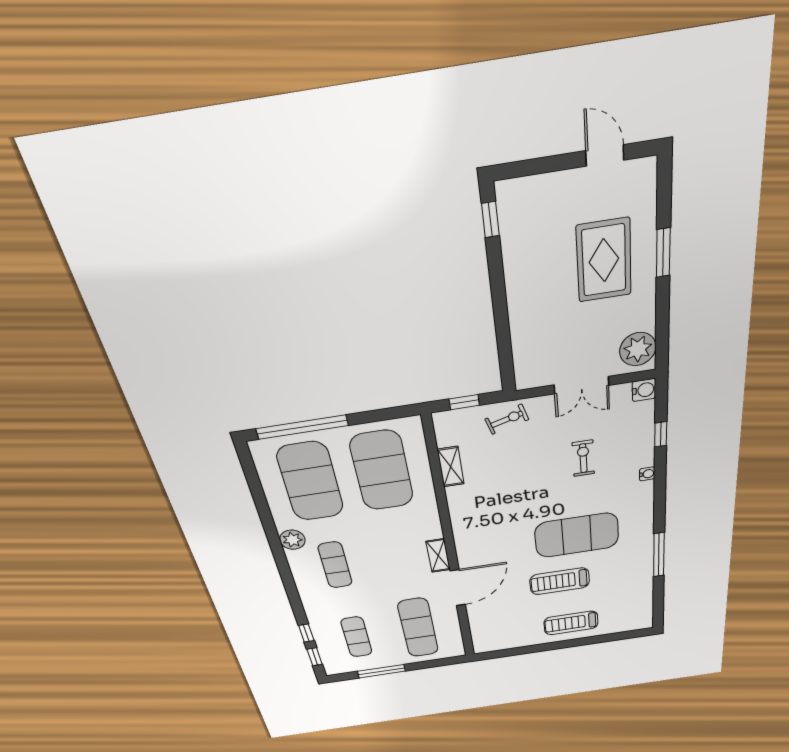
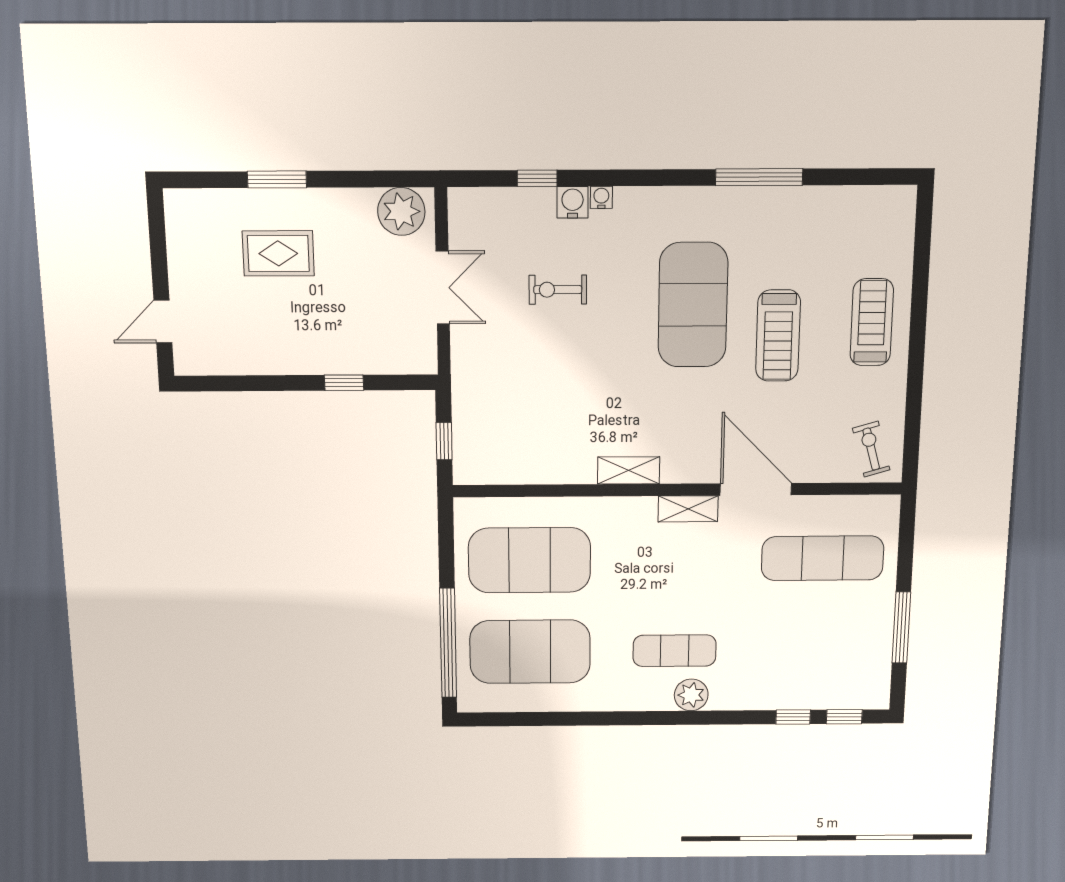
door: (605, 155) -> (163, 321), moved
window: (490, 220) -> (344, 383), moved
rug: (604, 260) -> (278, 253), width x0.73, depth x0.70
water cooler: (644, 390) -> (573, 202), moved
exercise bike: (507, 419) -> (871, 449), moved
shelving: (451, 467) -> (629, 470), moved
plant: (292, 540) -> (691, 695), moved
treadmill: (571, 623) -> (872, 322), turned 180
exercise mat: (356, 637) -> (819, 650), removed

